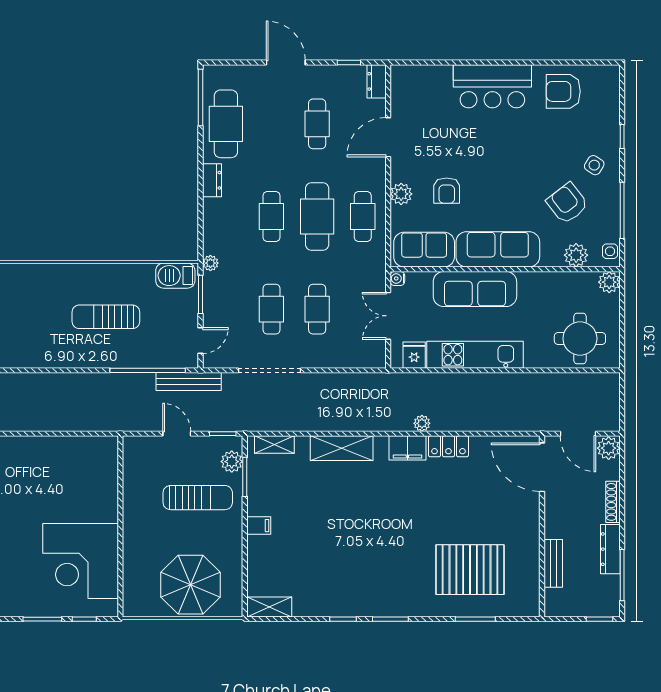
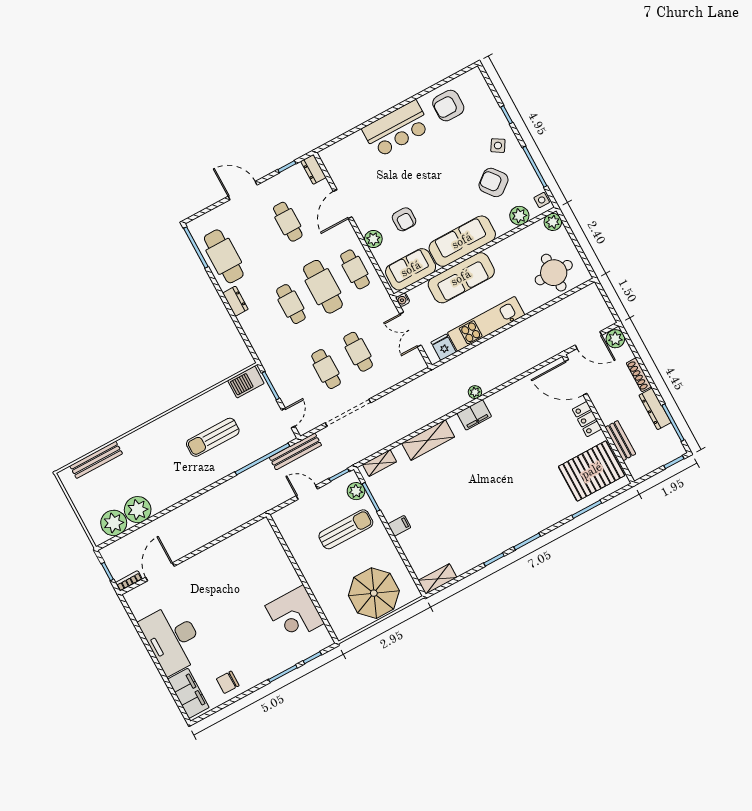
plant: (210, 263) -> (266, 360), removed
locker: (448, 446) -> (587, 419), moved, turned 90
corner desk: (81, 561) -> (295, 614), width x0.74, depth x0.74
pallet: (470, 570) -> (592, 471), moved

